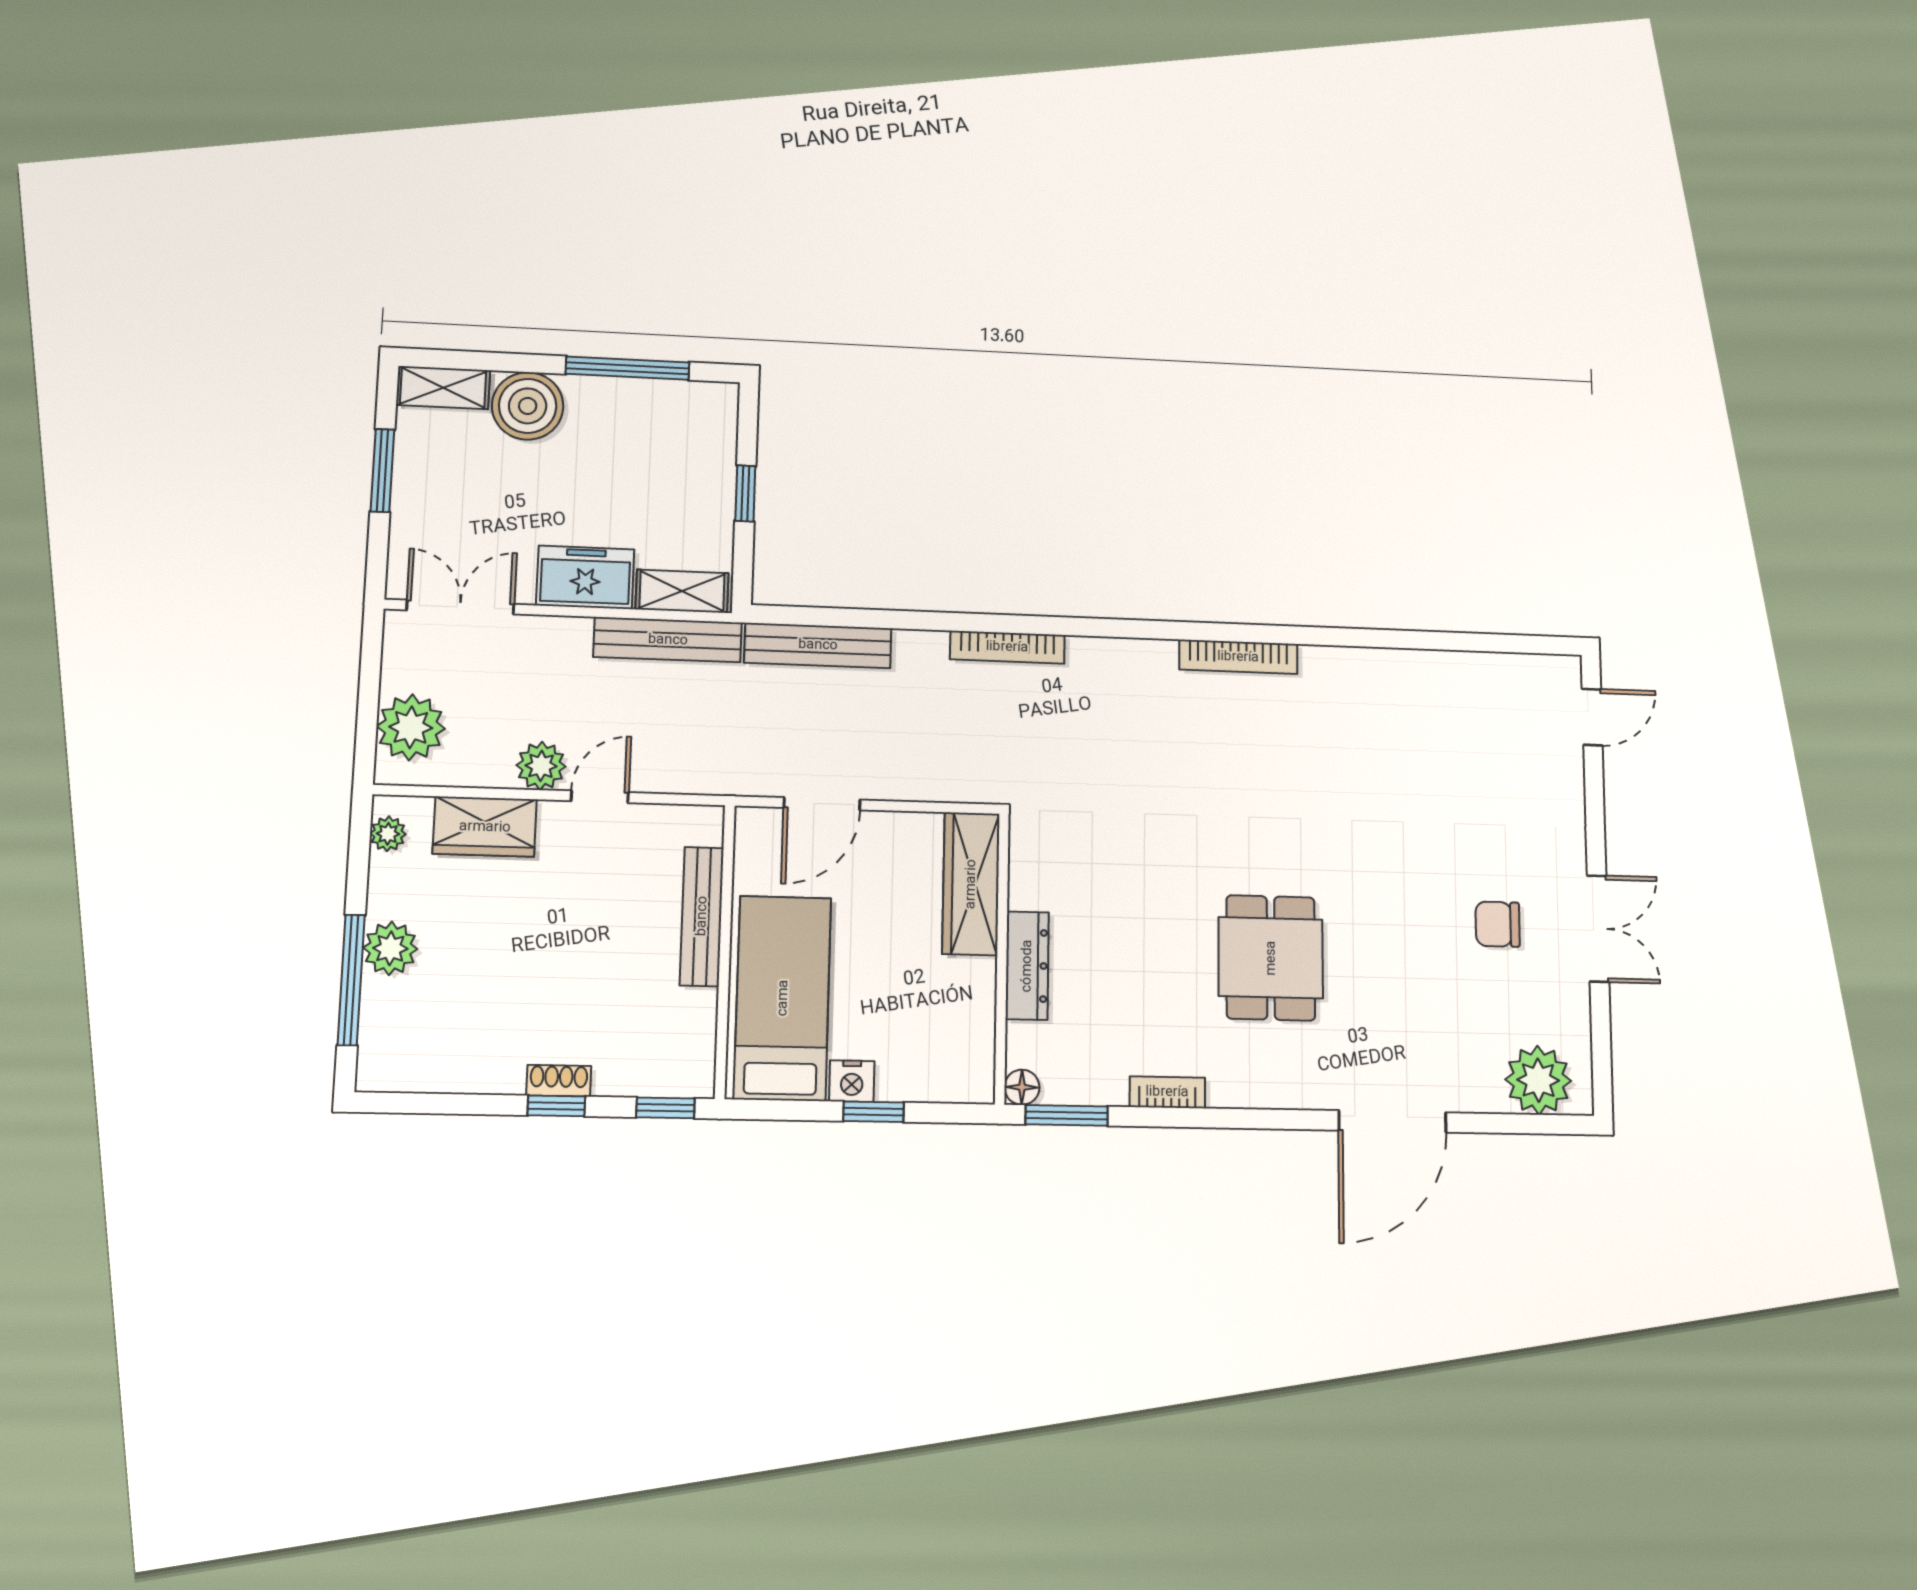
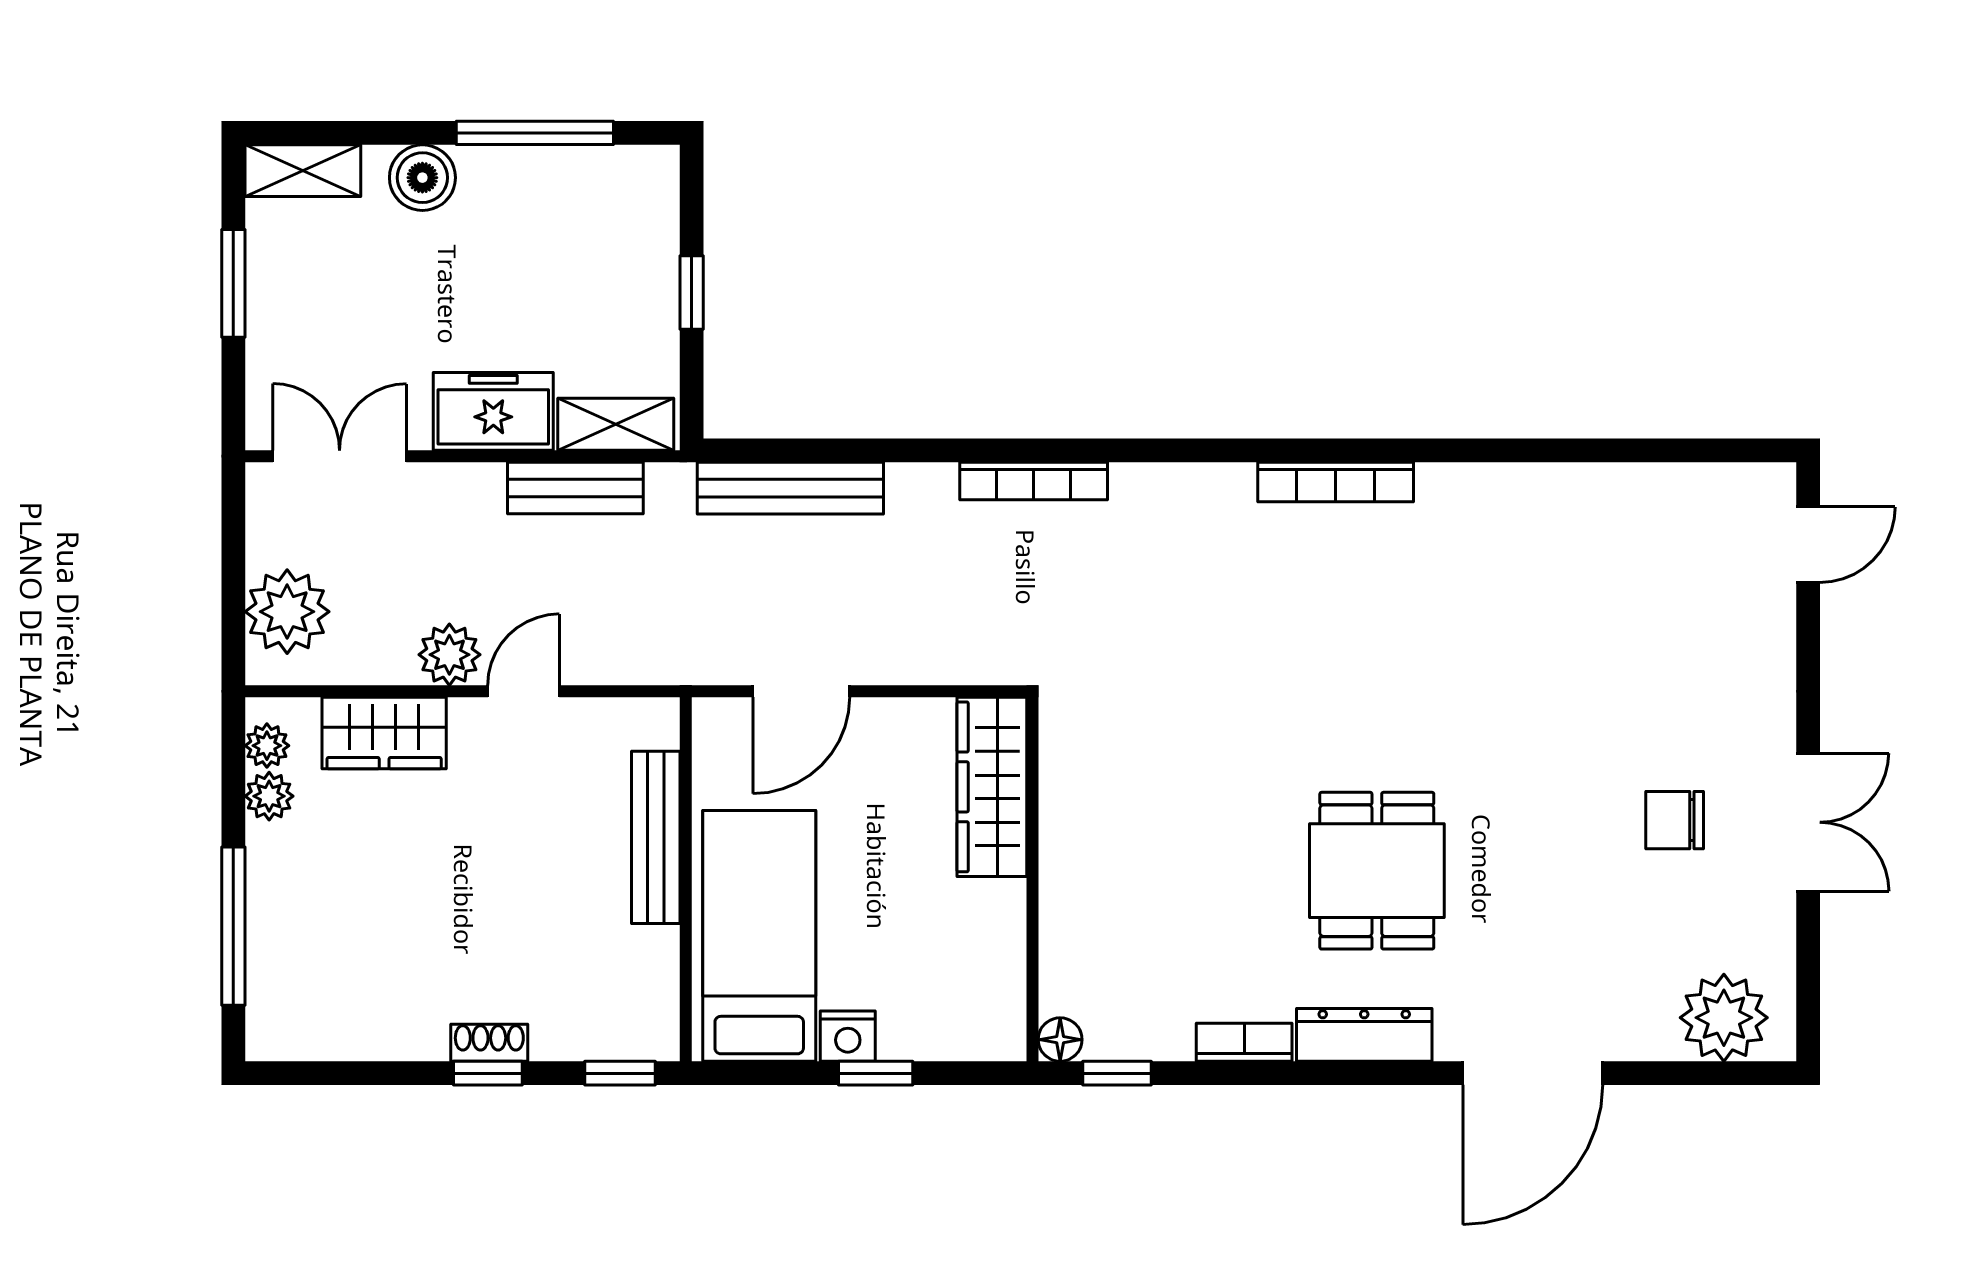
boiler: (528, 406) -> (422, 178), width x0.73, depth x0.73
bench: (668, 640) -> (575, 488), width x0.73
plant: (390, 948) -> (269, 796), moved, width x0.73, depth x0.73
dresser: (1027, 966) -> (1364, 1035), moved, turned -90
window: (1067, 1115) -> (1117, 1073), width x0.67

